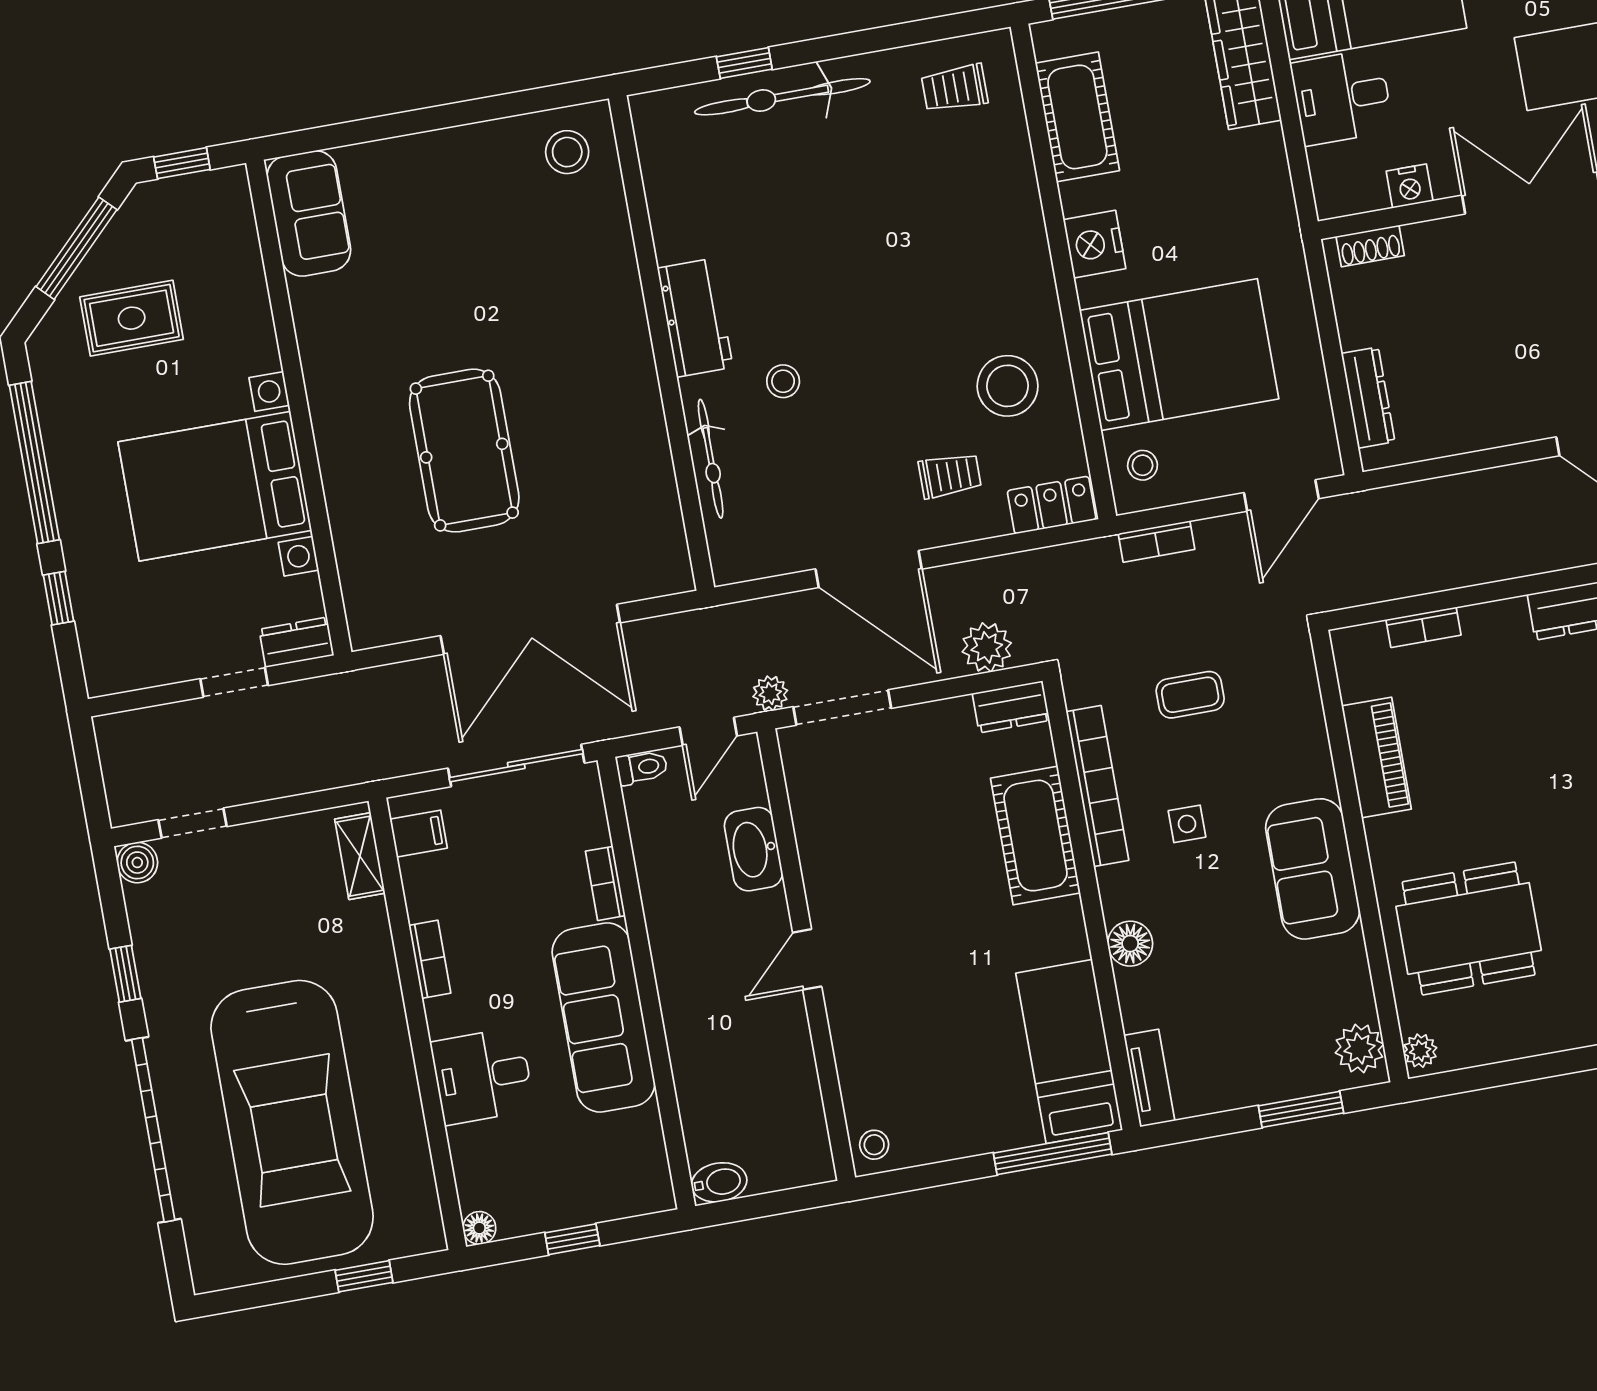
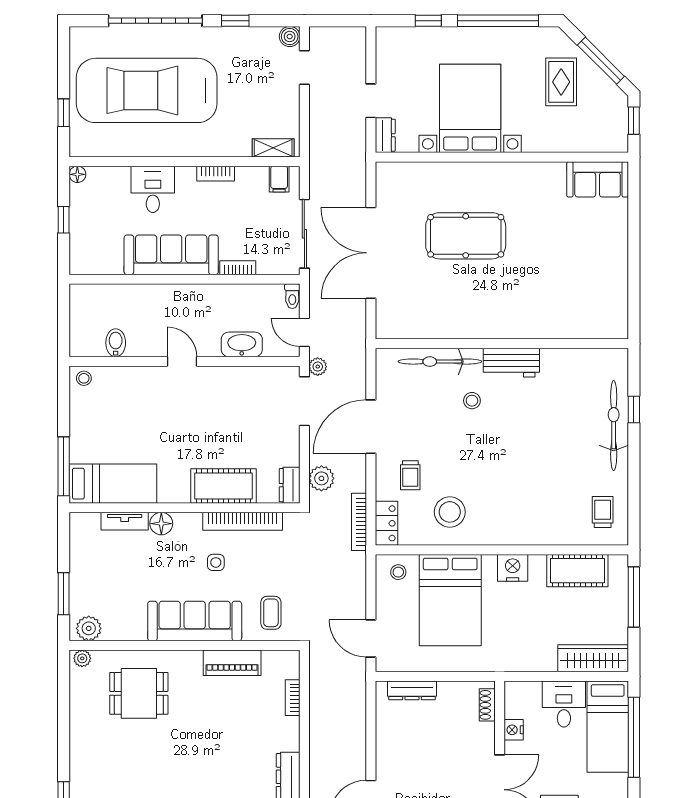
stool: (567, 152) -> (605, 313), removed
bicycle: (711, 459) -> (440, 362), width x1.37, depth x1.40
bookcase: (1157, 542) -> (359, 522), moved, width x1.56
coffee table: (1190, 695) -> (271, 613), moved
sofa: (1313, 869) -> (195, 621), width x1.36
dining table: (1469, 928) -> (139, 693), width x0.73
tv unit: (1149, 1078) -> (125, 521), moved
bidet: (719, 1182) -> (116, 343), moved, turned 180

